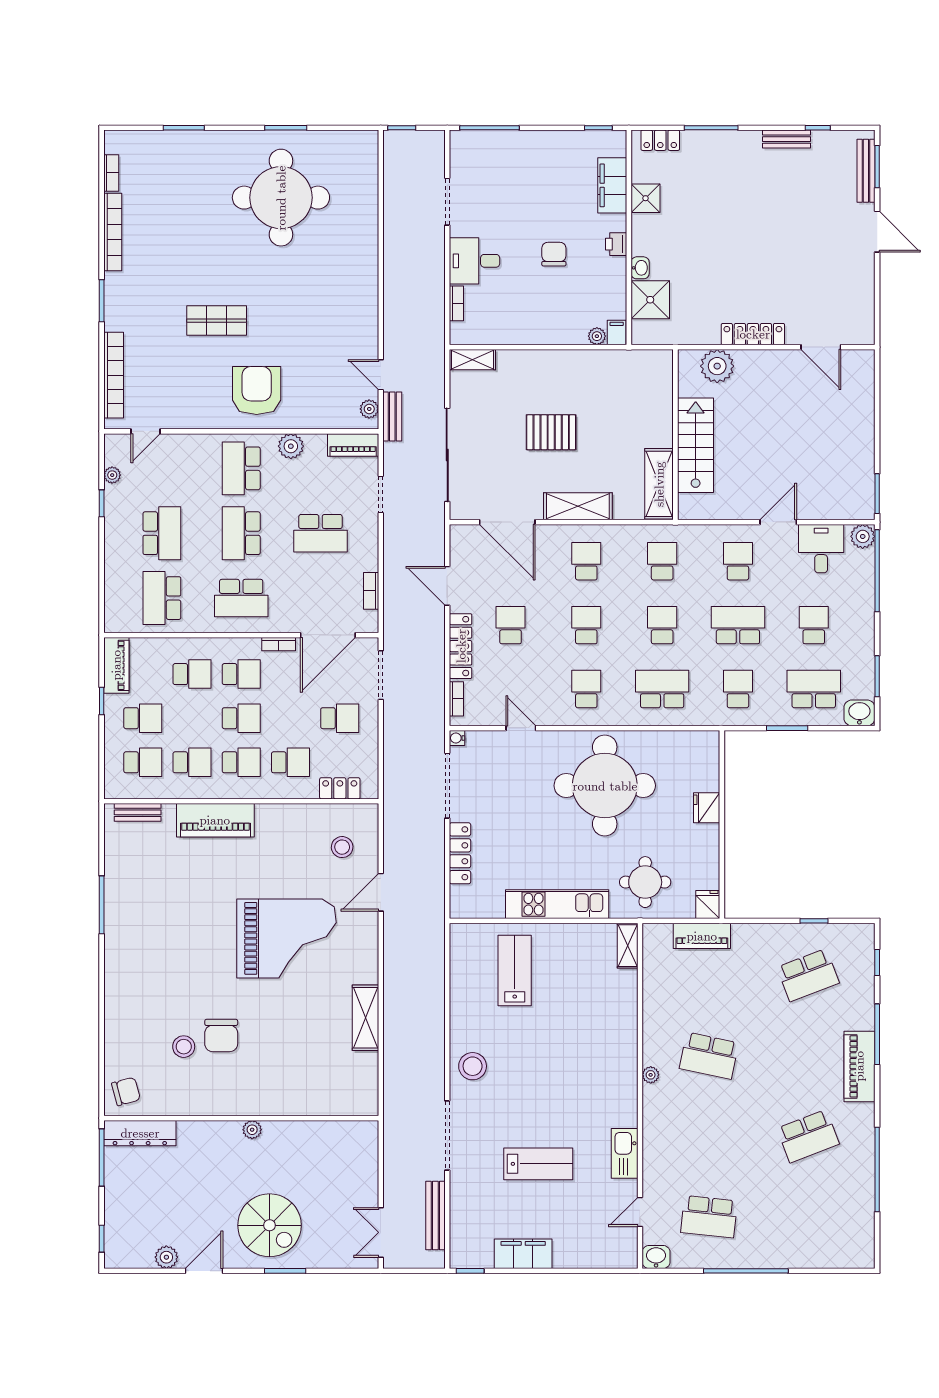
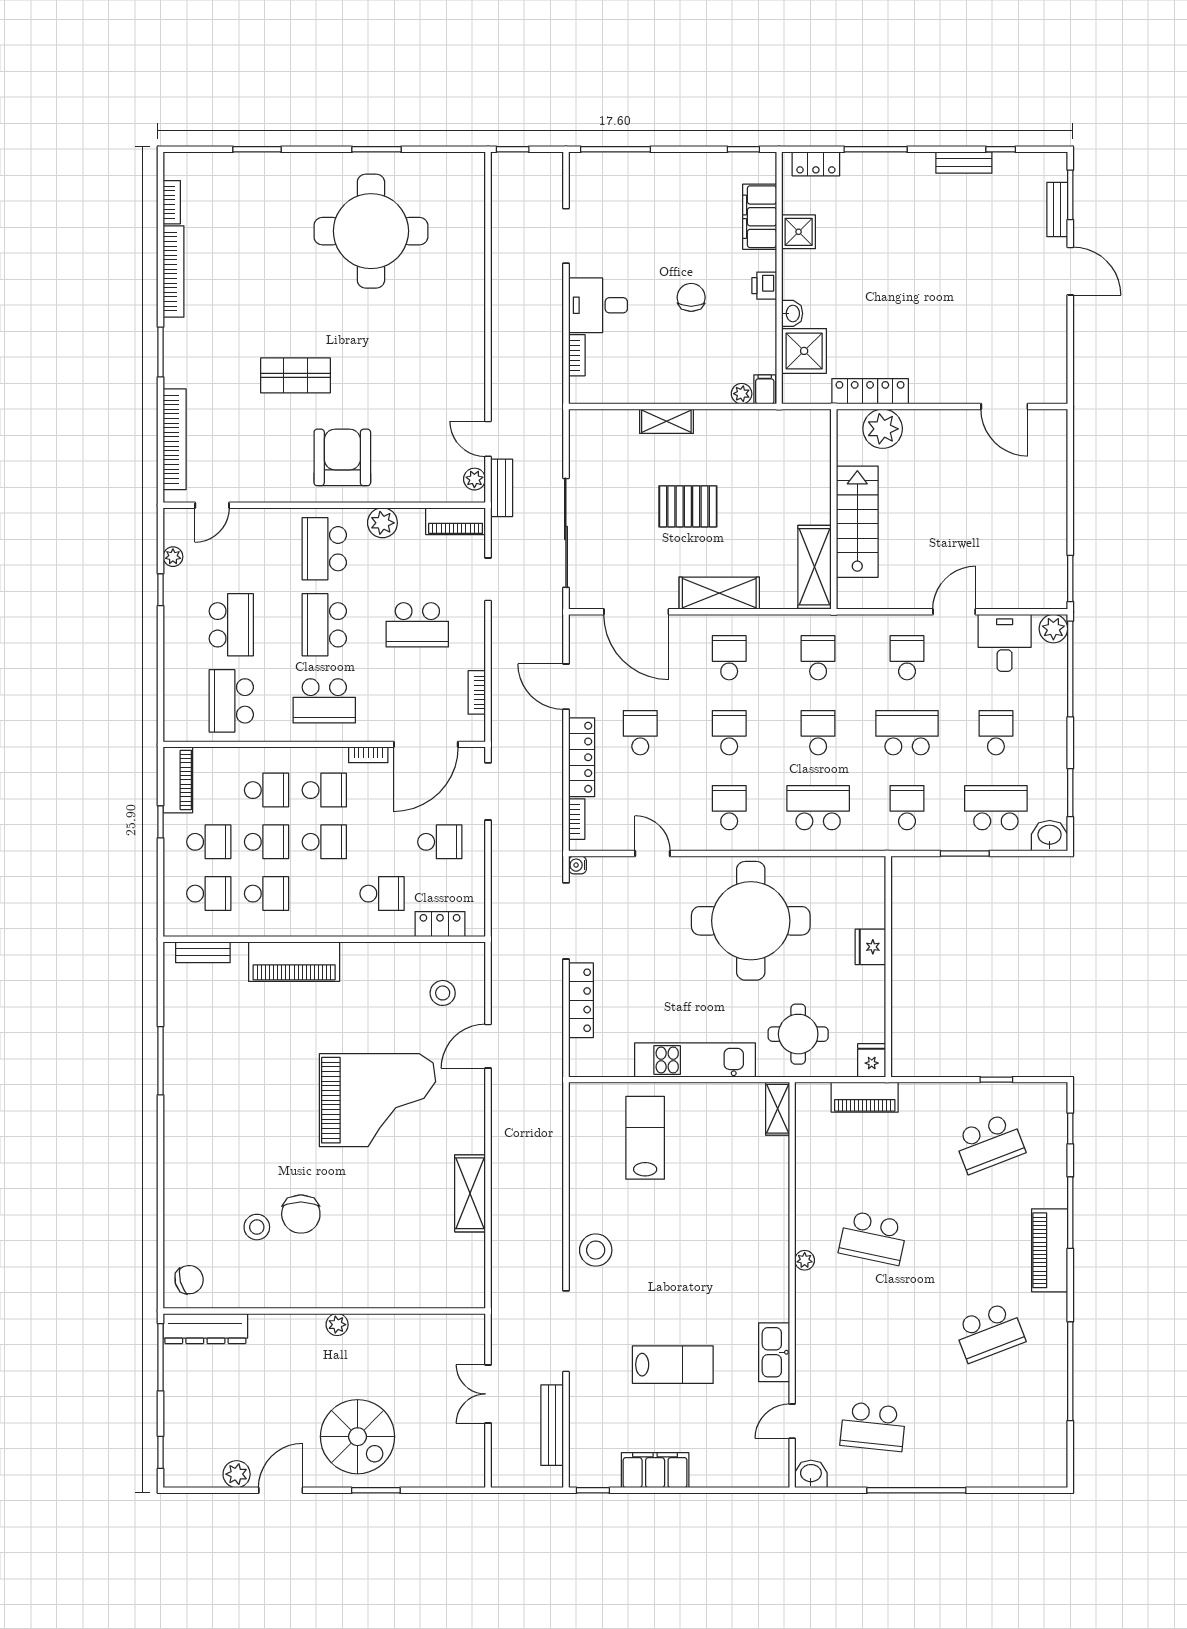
bench: (866, 171) -> (1057, 209), width x0.73
locker: (753, 334) -> (870, 391), moved
shelving: (472, 360) -> (666, 421), moved
school desk: (241, 762) -> (267, 842), moved
double door: (381, 1232) -> (488, 1394), moved

